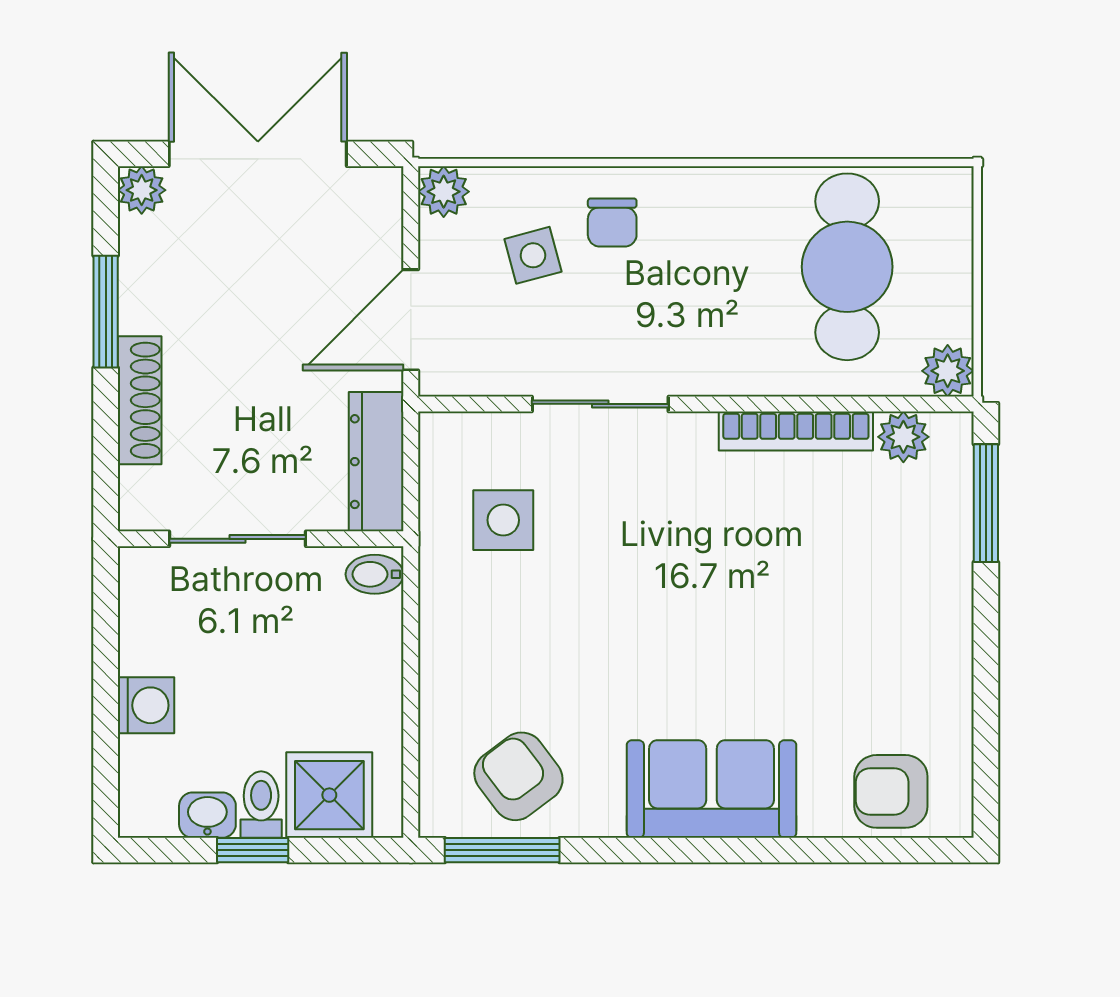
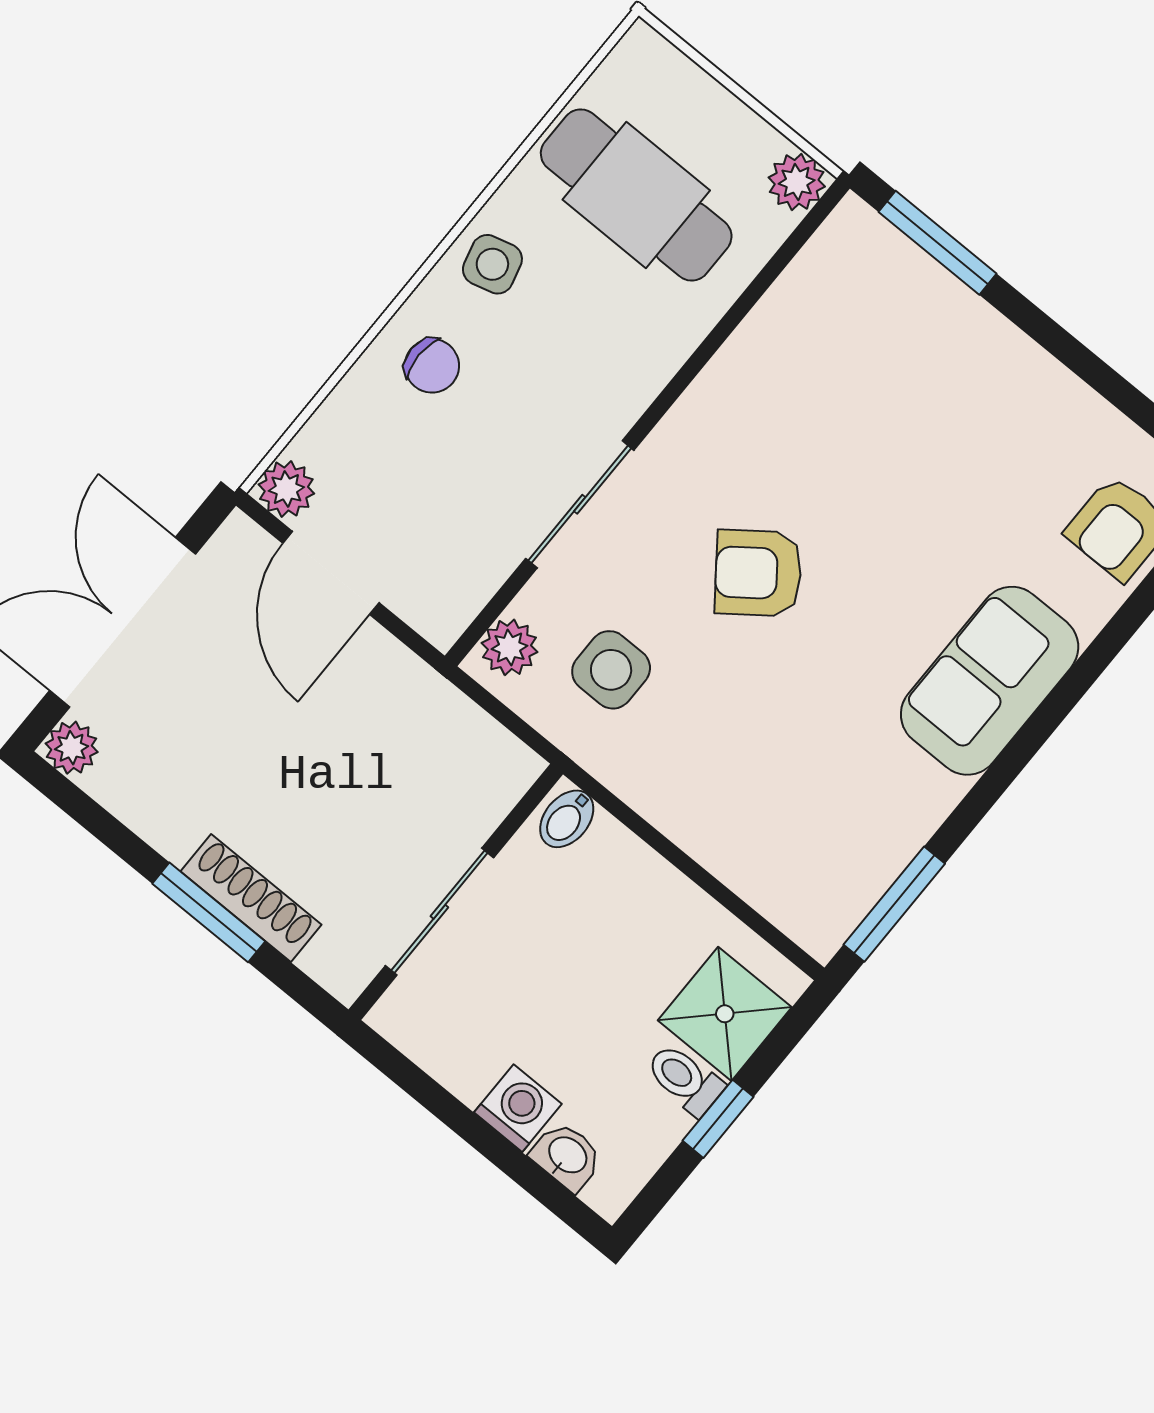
side table: (533, 255) -> (492, 264), moved
window: (106, 312) -> (209, 912), moved
door: (411, 320) -> (331, 573), moved
bookcase: (796, 431) -> (741, 355), removed
plant: (903, 437) -> (509, 647), moved
dresser: (376, 462) -> (471, 738), removed
armchair: (518, 776) -> (758, 573), moved
washbasin: (207, 815) -> (567, 1156), moved, turned 90

